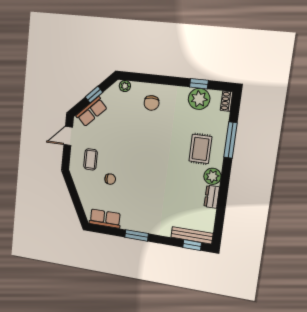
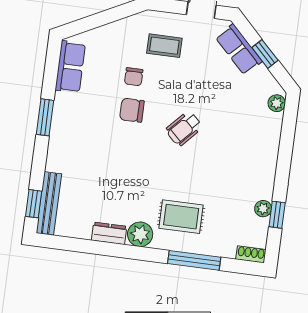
plant: (199, 99) -> (263, 209), width x0.53, depth x0.53
chair: (152, 103) -> (132, 110), moved
wheelchair: (142, 147) -> (184, 129), added

